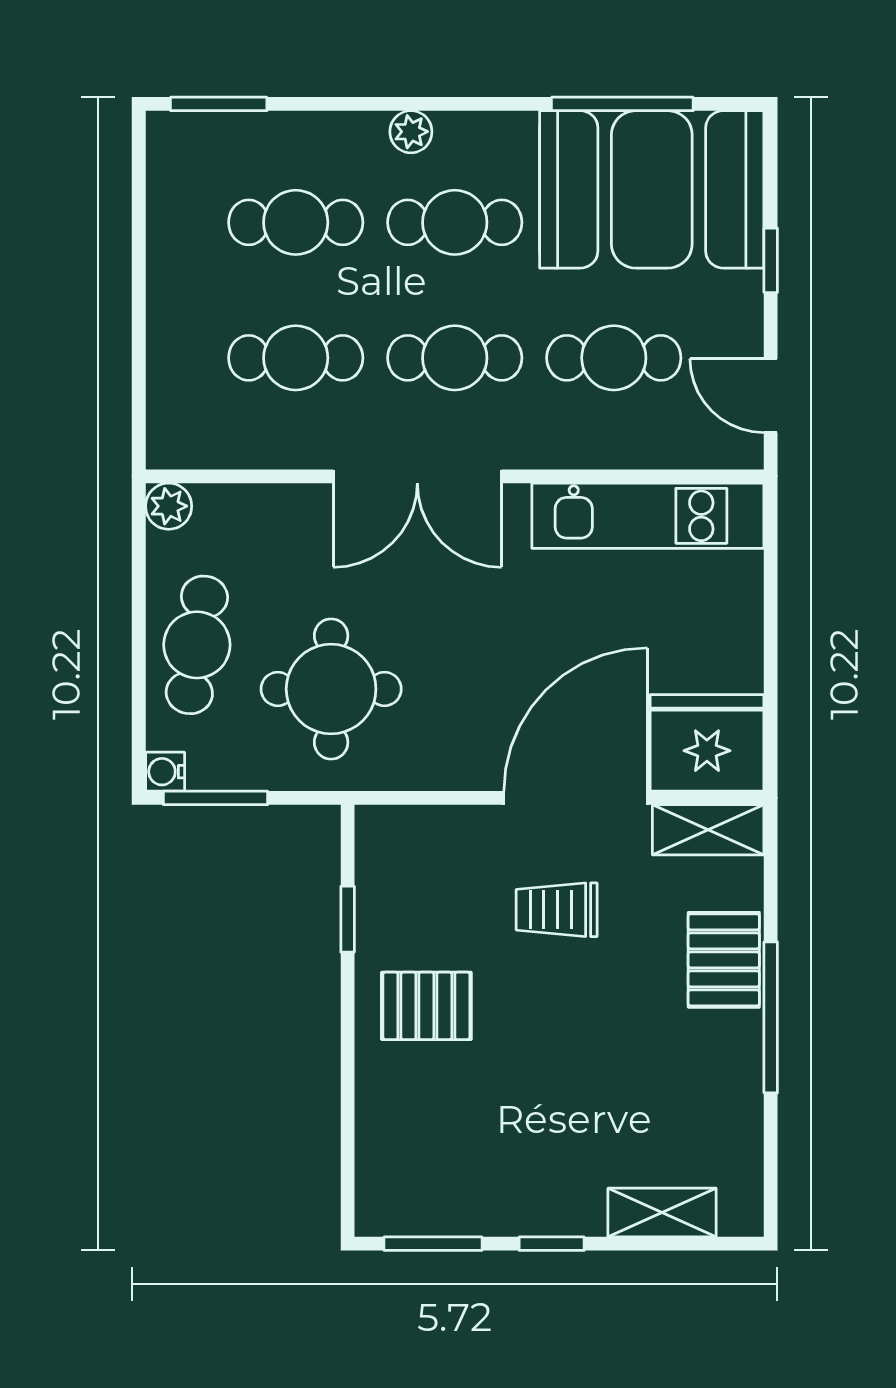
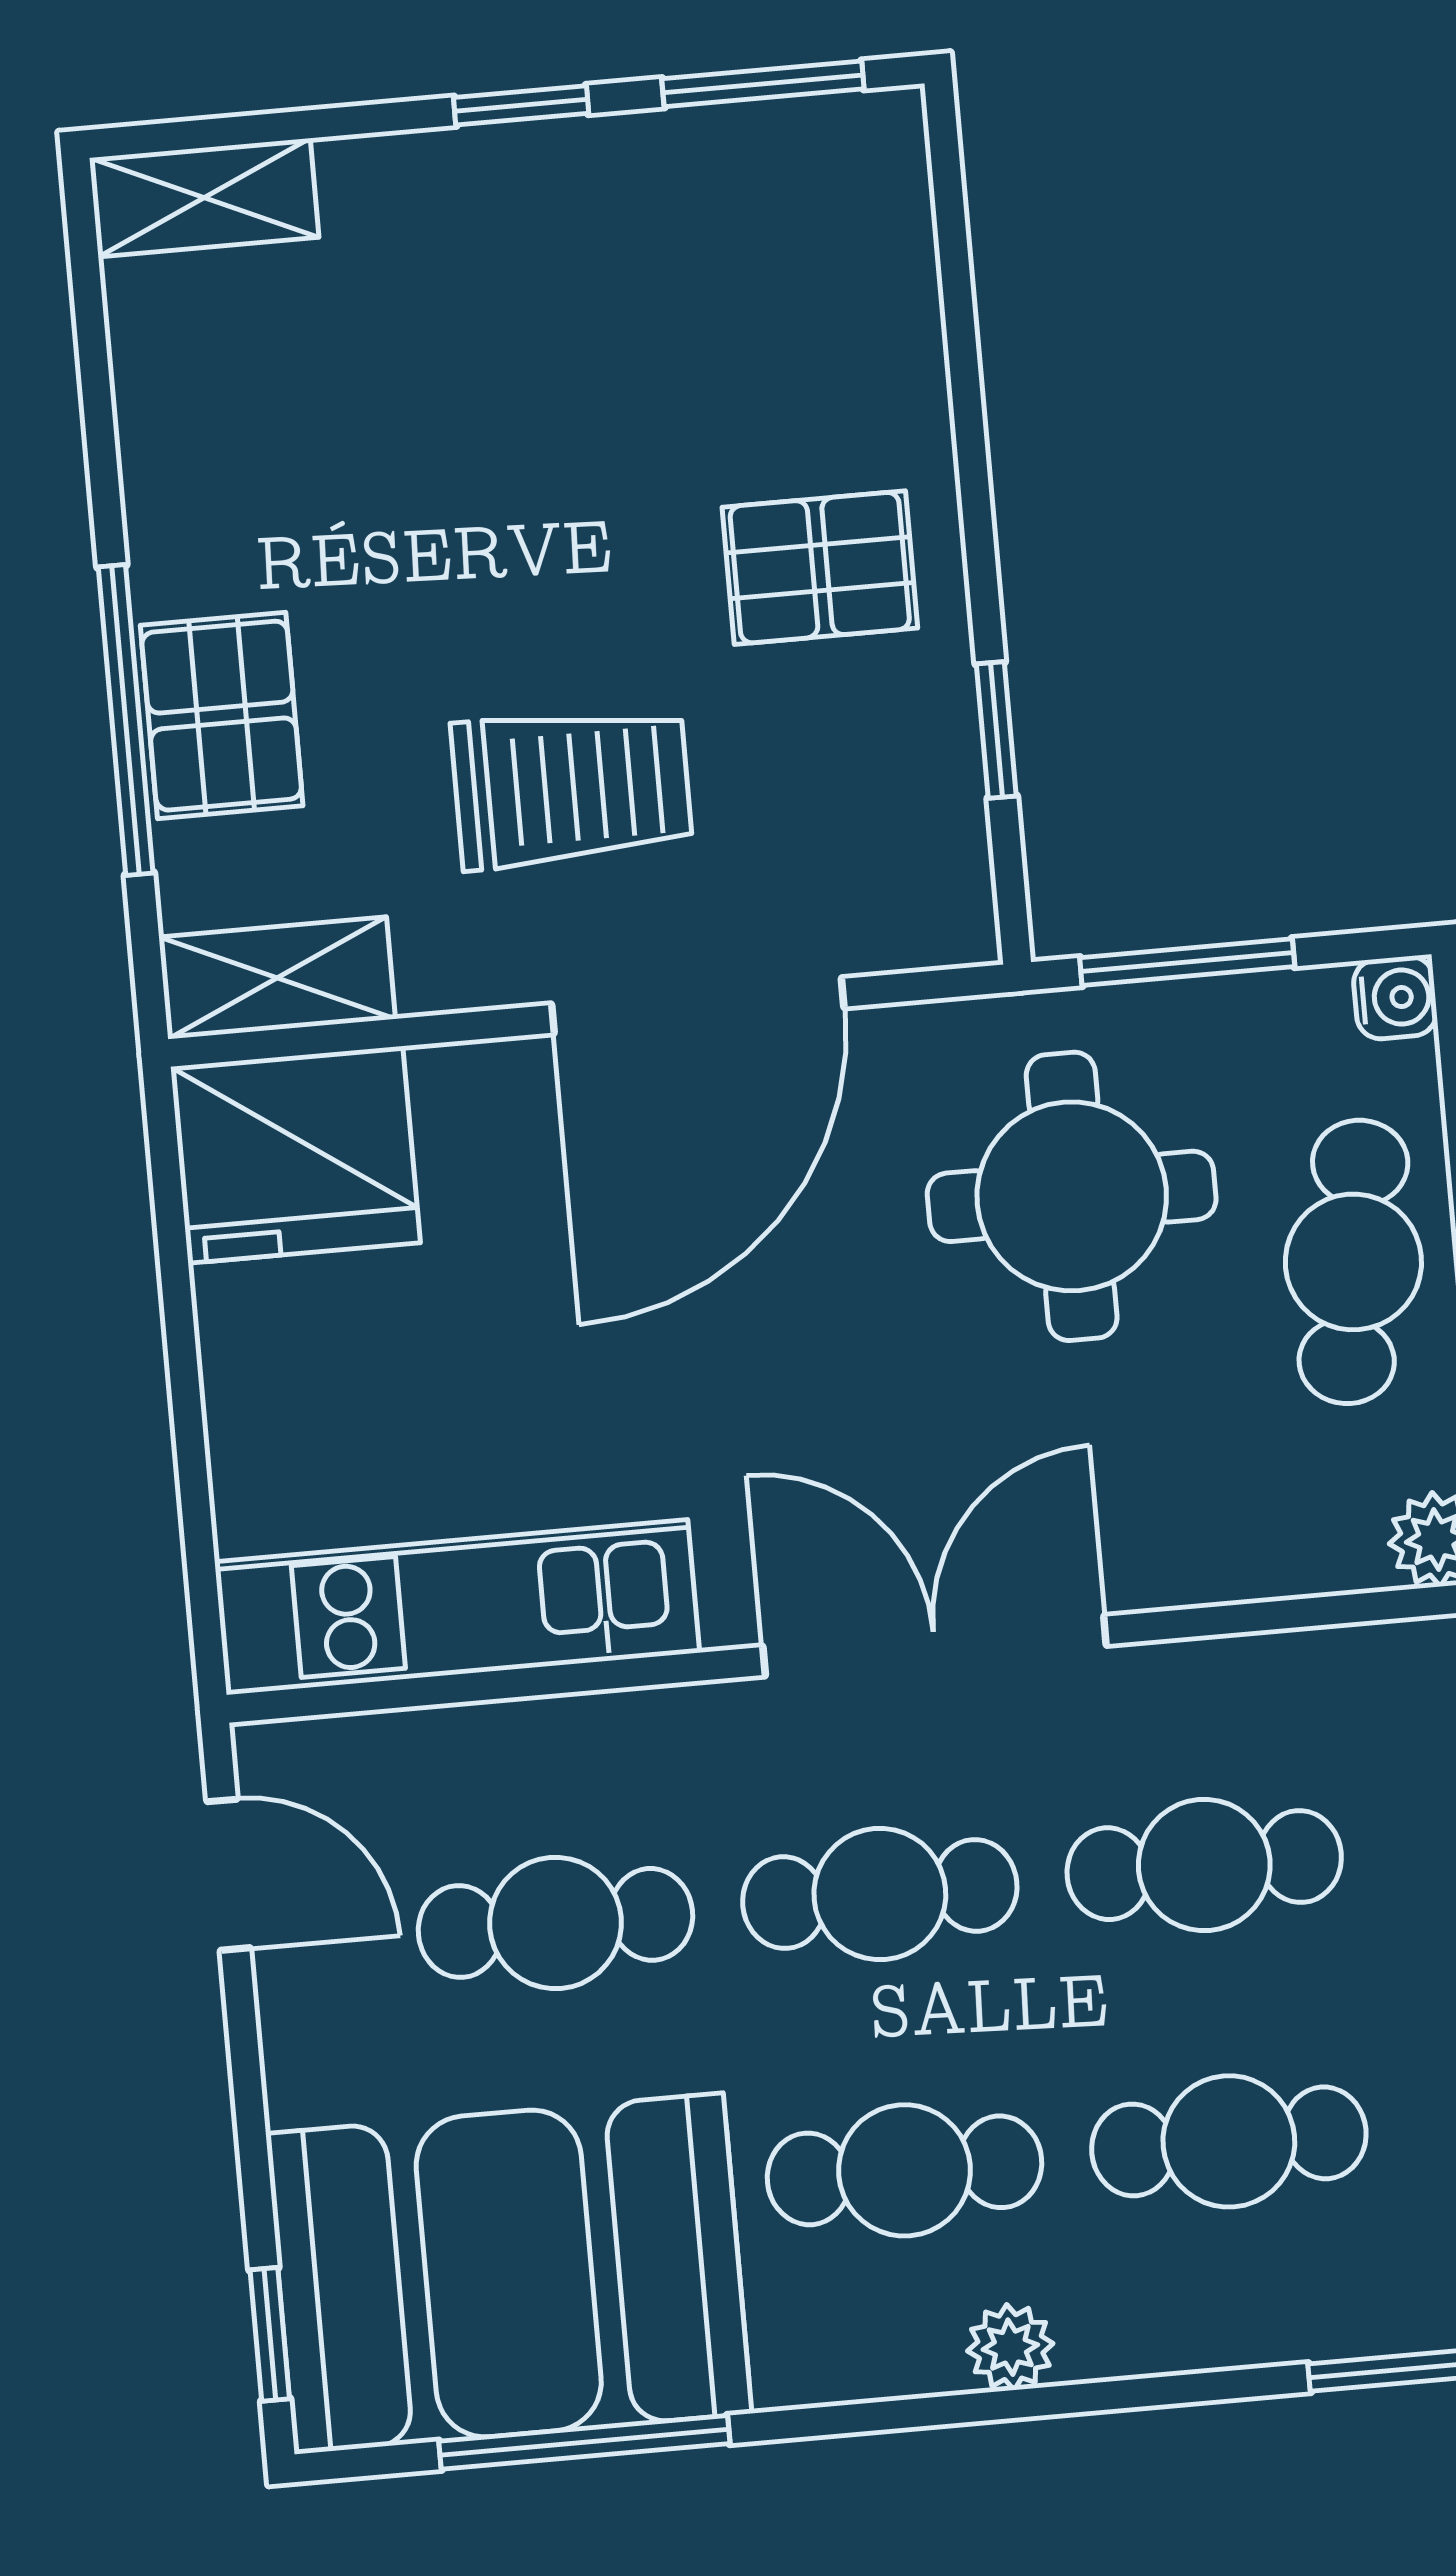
window: (771, 260) -> (270, 2334), moved
window: (215, 798) -> (1187, 962), moved
door: (576, 798) -> (698, 1006), moved
trolley: (557, 910) -> (572, 787), width x1.36, depth x1.39
window: (771, 1017) -> (126, 720), moved
shelving: (662, 1213) -> (204, 198), moved

